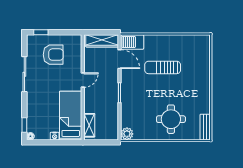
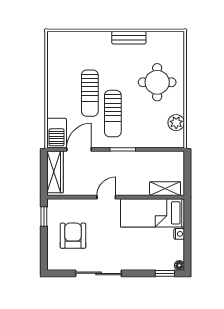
window: (41, 32) -> (44, 216), moved
door: (83, 80) -> (106, 197), hinge flipped
sun lounger: (147, 85) -> (113, 114), added
bench: (205, 127) -> (129, 38), moved
plant: (127, 134) -> (176, 123), moved

